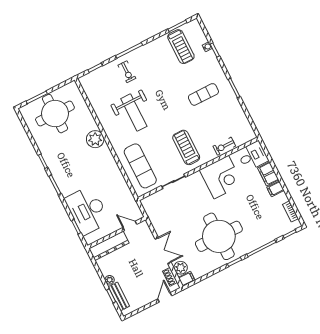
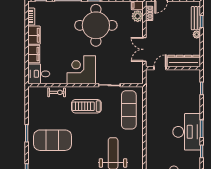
exercise mat: (203, 94) -> (53, 140), width x2.00, depth x1.45
plant: (95, 139) -> (153, 148), removed
treadmill: (186, 147) -> (86, 106), turned 90
corner desk: (221, 177) -> (81, 70), moved
filing cabinet: (275, 189) -> (34, 35), width x2.00
desk: (87, 210) -> (187, 132), moved
door: (130, 226) -> (160, 68), swing flipped
double door: (163, 251) -> (144, 49), moved

